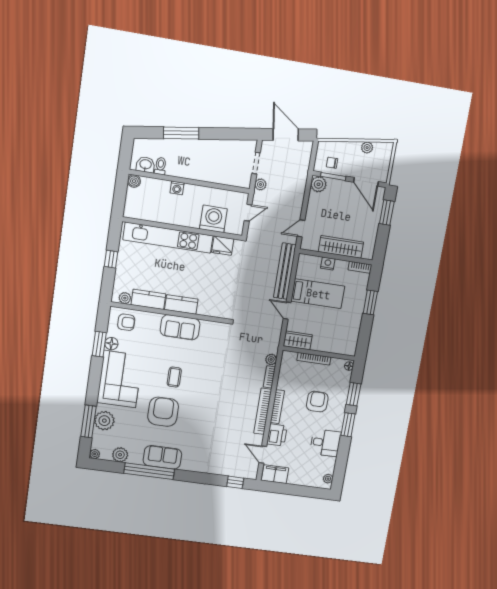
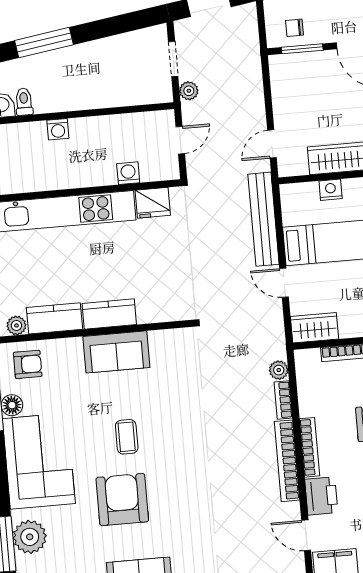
plant: (318, 184) -> (282, 67), removed
washing machine: (213, 219) -> (128, 173), width x0.53, depth x0.53

